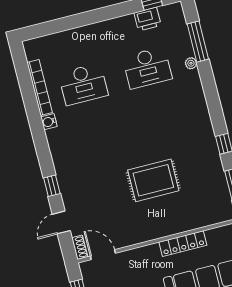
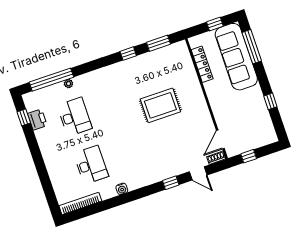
window: (198, 42) -> (51, 80), width x1.46
bookcase: (40, 88) -> (80, 203), moved
rug: (153, 180) -> (160, 105), turned 90
locker: (183, 244) -> (202, 64), moved

